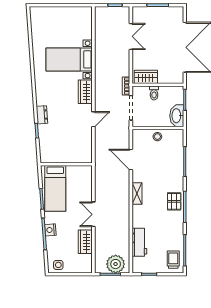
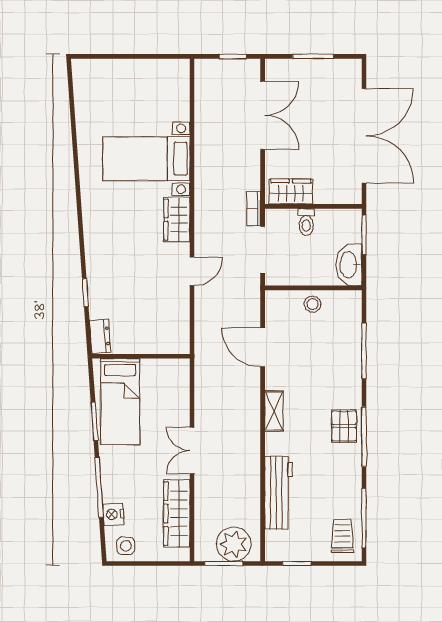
double door: (131, 36) -> (263, 115), width x1.37
dresser: (42, 115) -> (100, 336), moved
nightstand: (50, 230) -> (113, 514), moved
wardrobe: (85, 242) -> (177, 513), width x1.50
workbench: (139, 242) -> (279, 493), width x1.37

